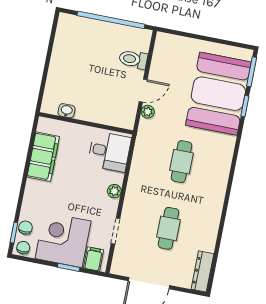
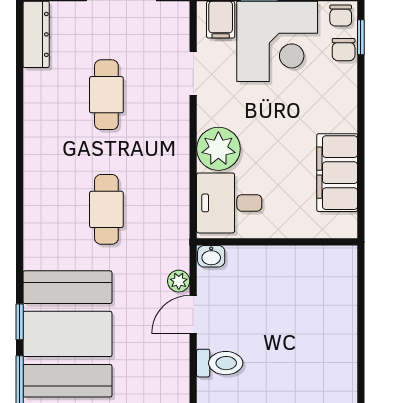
washbasin: (67, 111) -> (211, 256), moved
plant: (114, 191) -> (218, 149), width x1.87, depth x1.87

